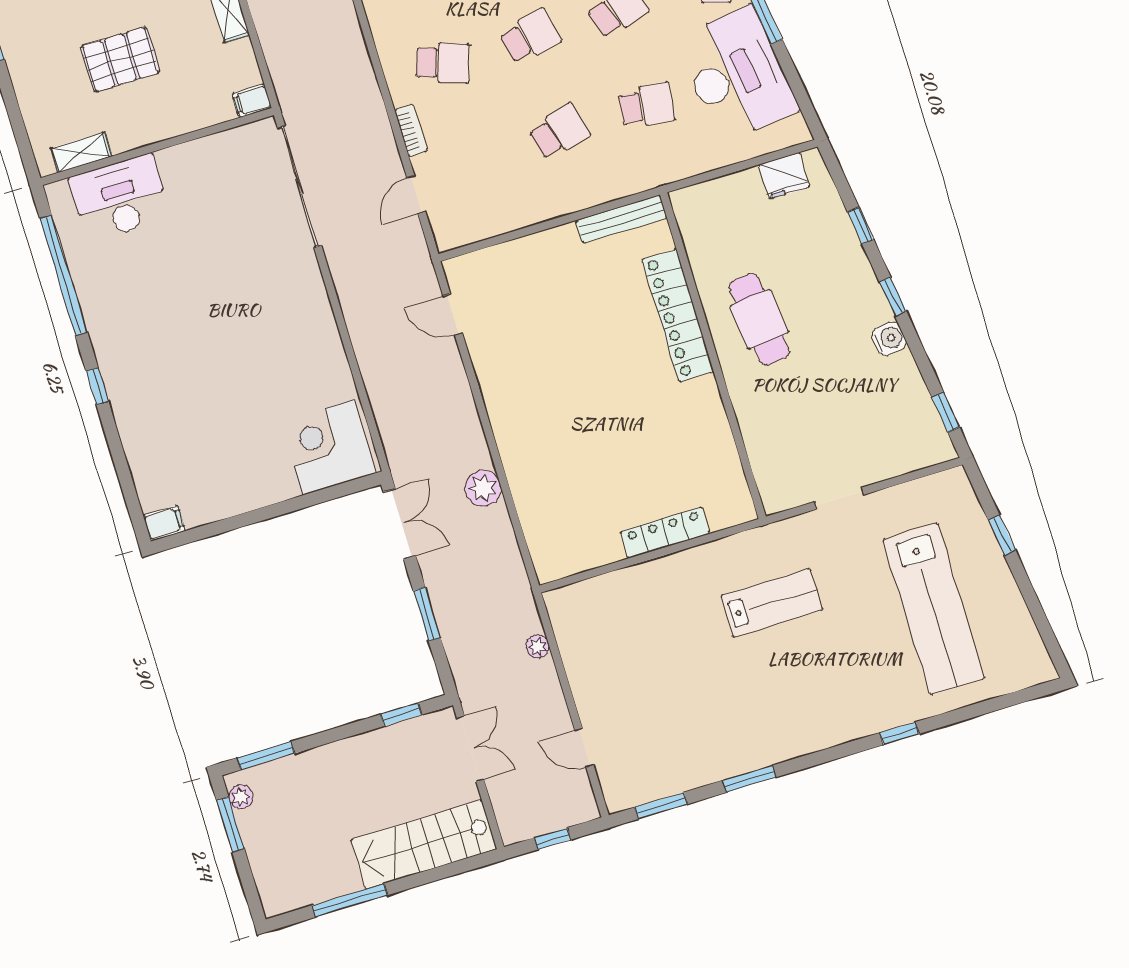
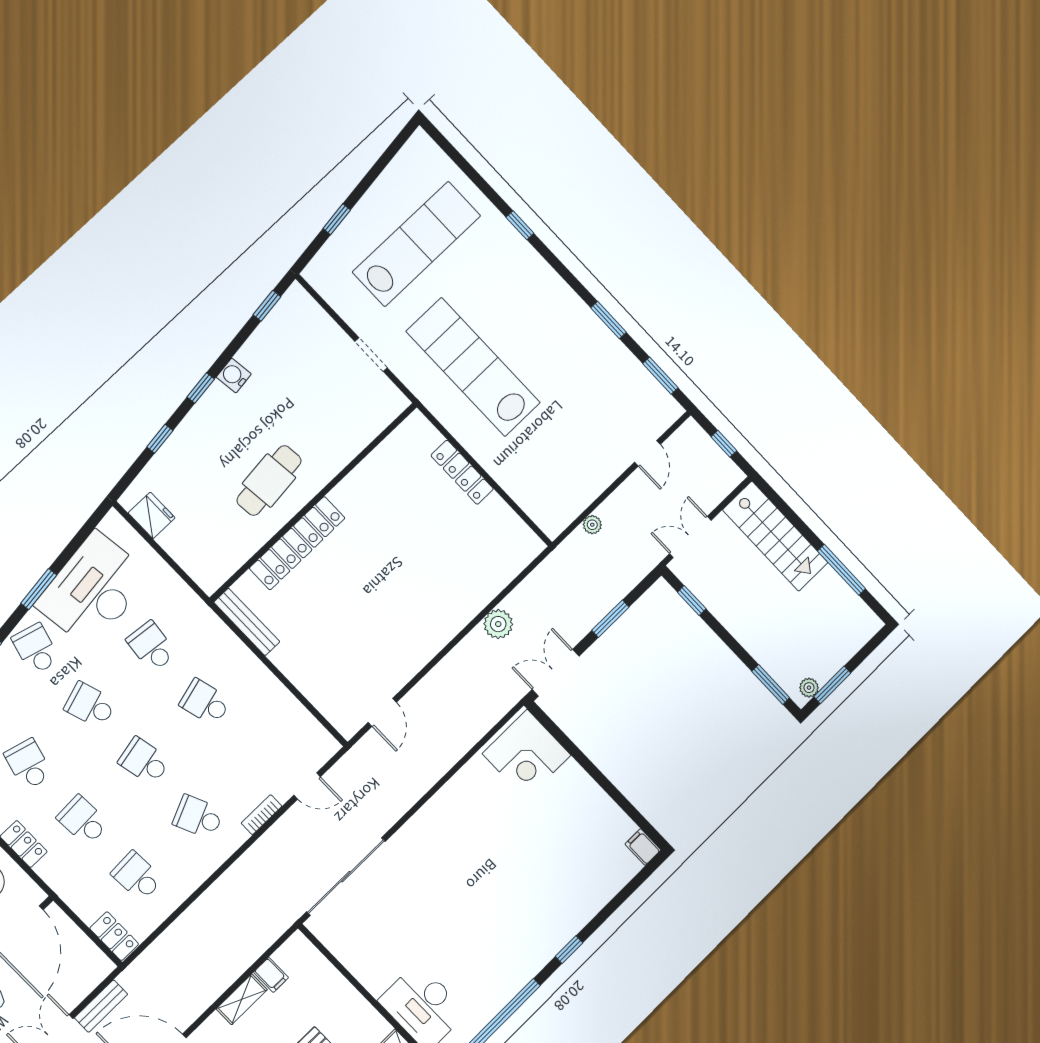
school desk: (443, 63) -> (198, 817), turned -42
filing cabinet: (252, 101) -> (271, 975), moved
lab bench: (772, 603) -> (473, 367), width x1.86, depth x1.39

